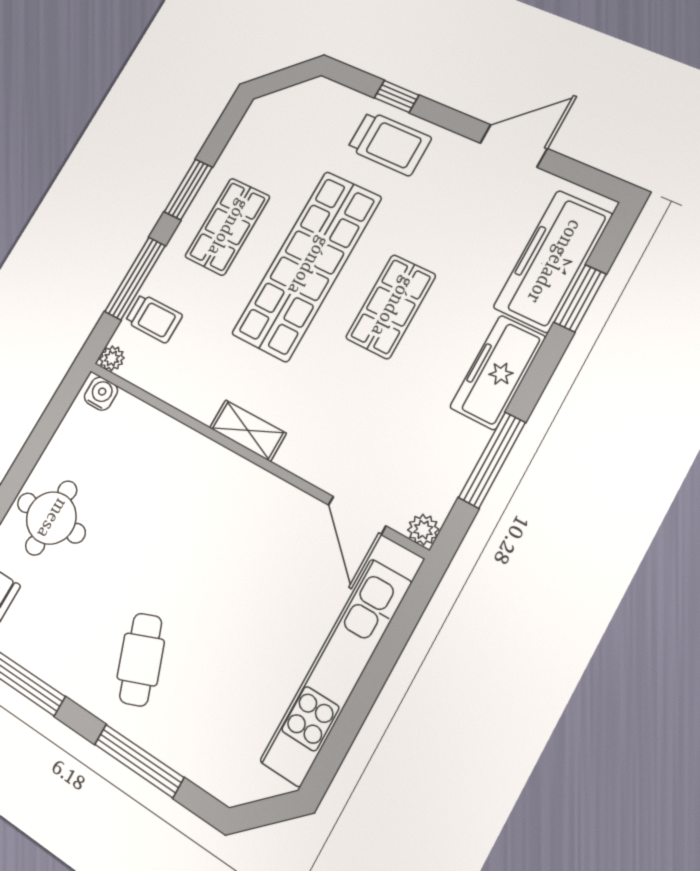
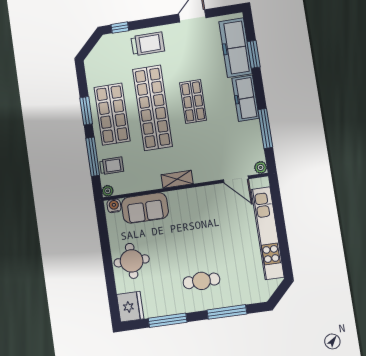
window: (397, 96) -> (120, 28), moved
shop shelf: (227, 227) -> (112, 114), width x1.43, depth x1.36
sofa: (150, 439) -> (145, 208), added
cafe table: (141, 659) -> (201, 281), turned -69

